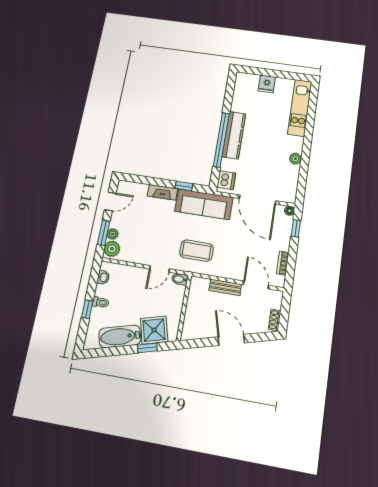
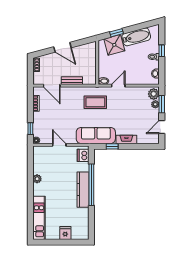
door: (258, 200) -> (59, 145), width x0.53

